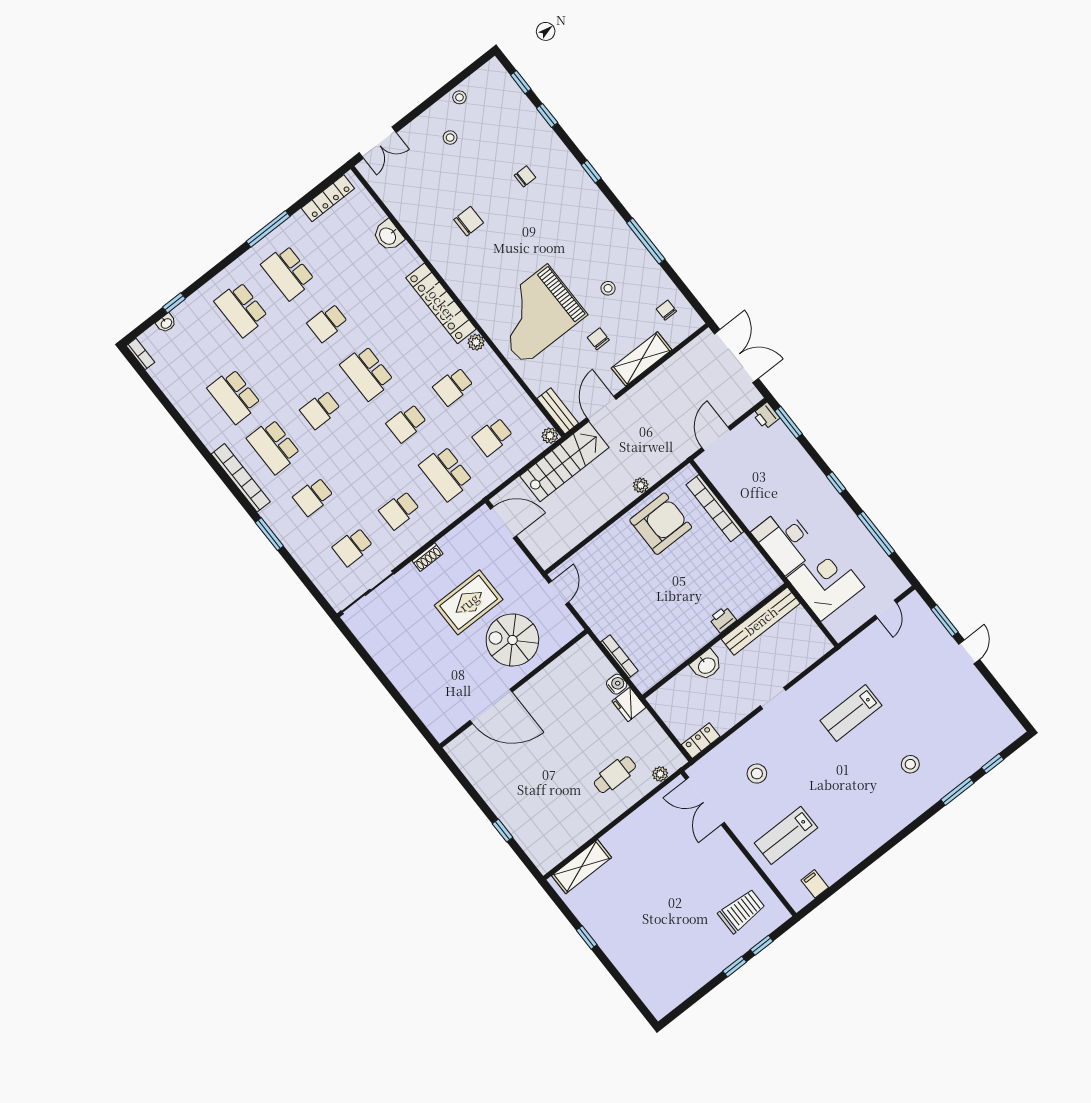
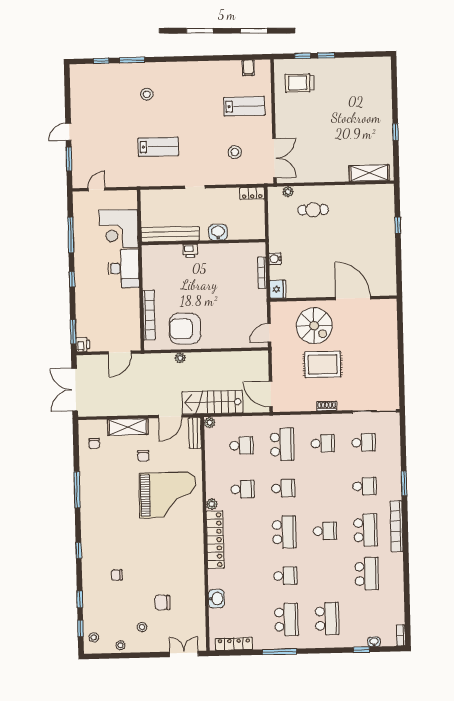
chair: (469, 221) -> (162, 602), moved
stool: (608, 288) -> (94, 637), moved
fridge: (629, 704) -> (278, 289), moved

